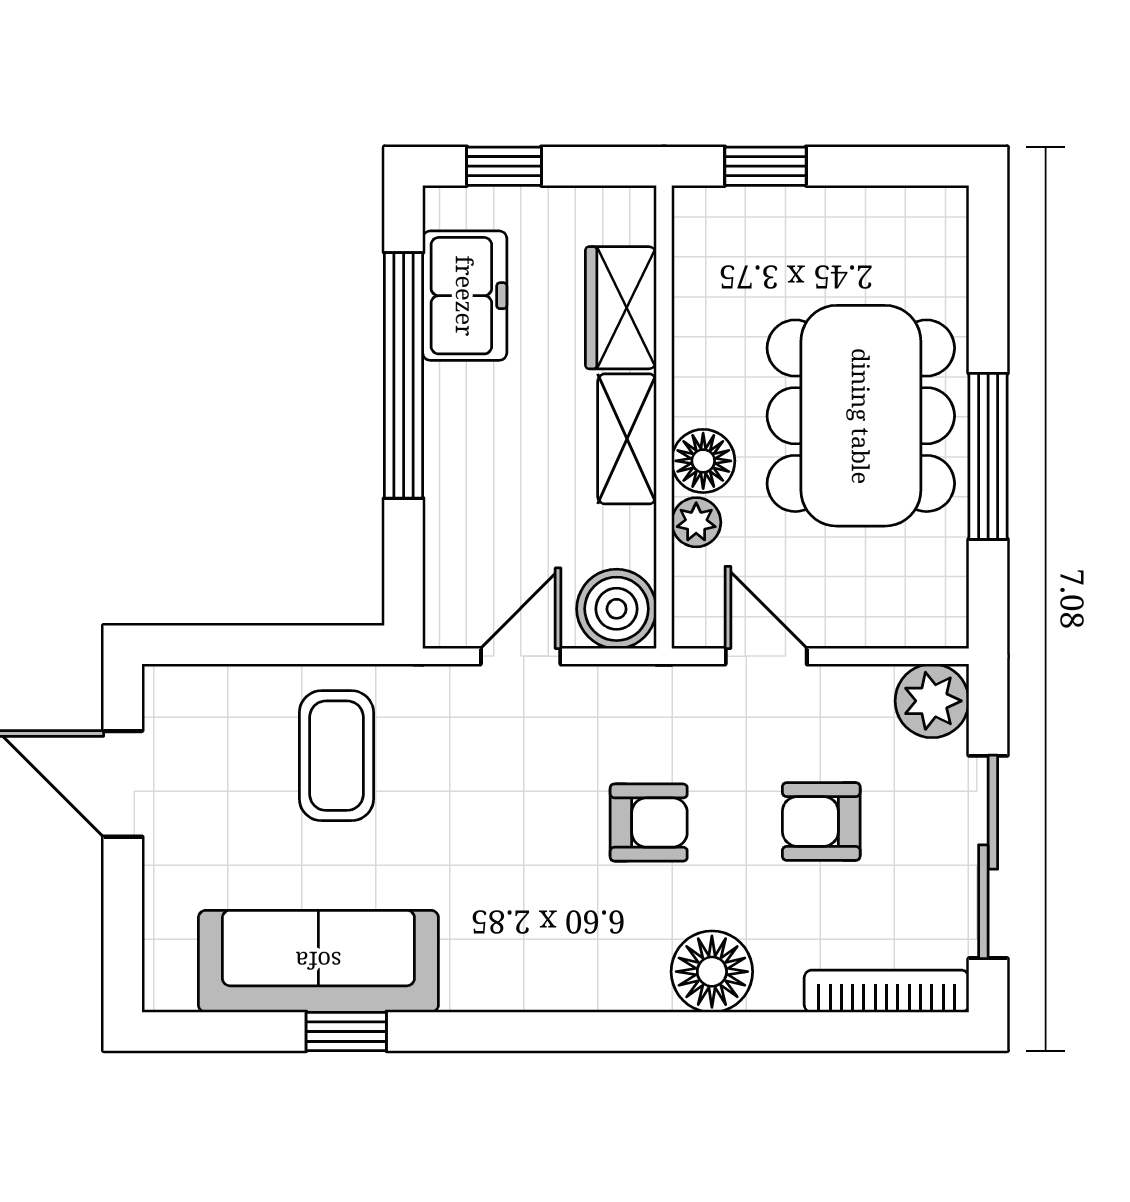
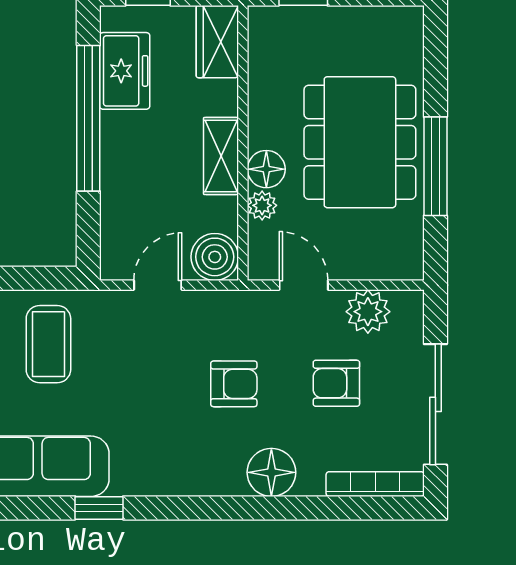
wardrobe: (621, 308) -> (217, 42), moved
plant: (932, 701) -> (368, 312), moved
window: (346, 1031) -> (99, 508), moved

